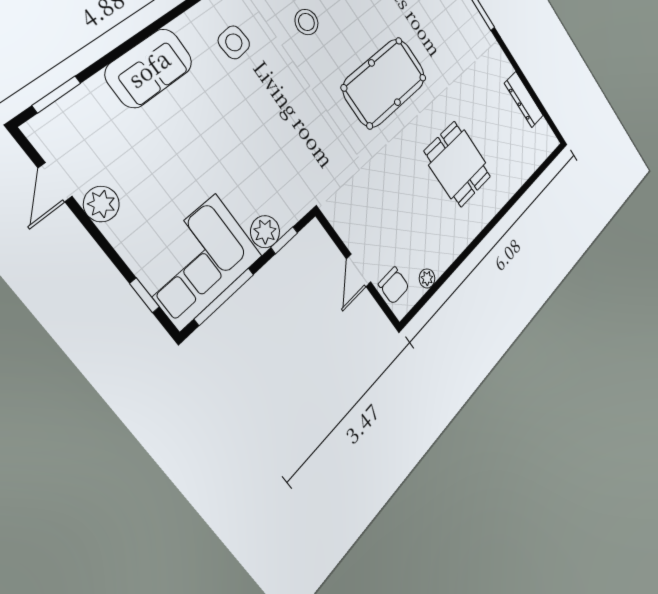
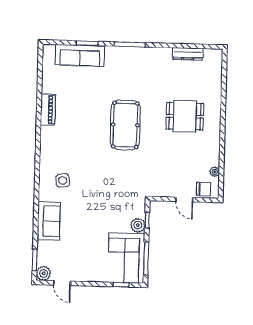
stool: (306, 22) -> (77, 142), removed
plant: (101, 204) -> (44, 273), moved

